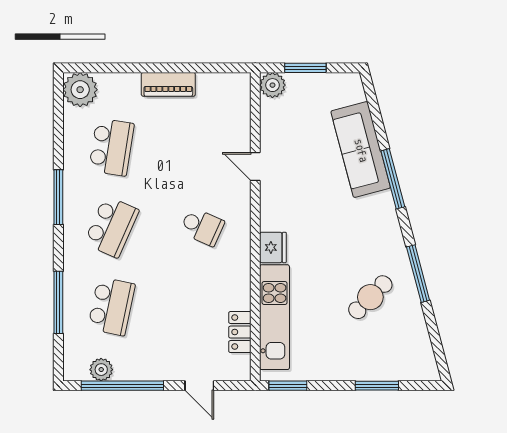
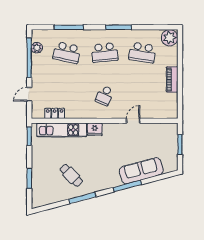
plant: (272, 85) -> (172, 129), removed
school desk: (111, 227) -> (105, 53), turned -30

